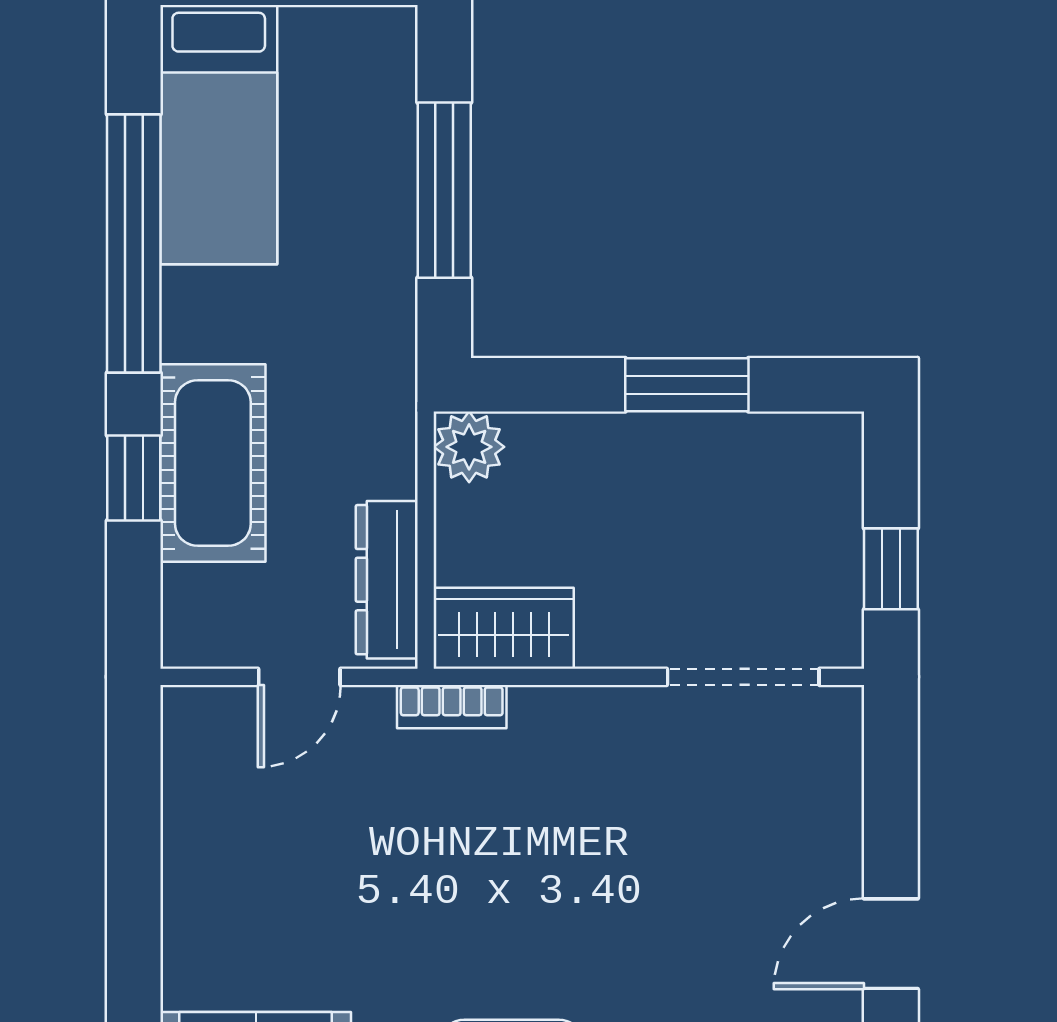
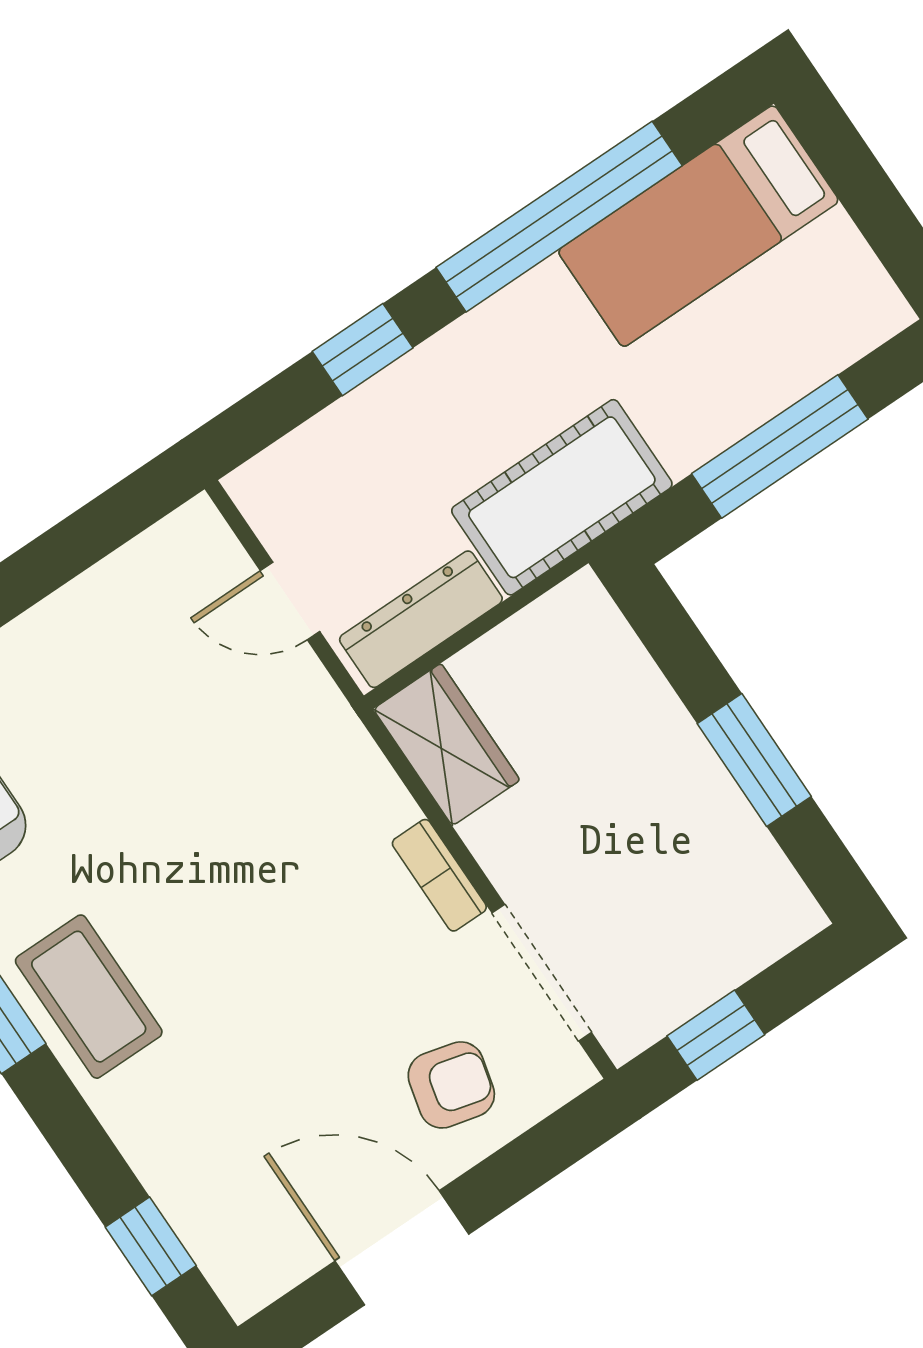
plant: (469, 447) -> (579, 613), removed
cot: (213, 463) -> (562, 497), moved
bookcase: (452, 707) -> (439, 875), moved
armchair: (785, 813) -> (451, 1085), added
door: (891, 944) -> (402, 1248), width x1.38

